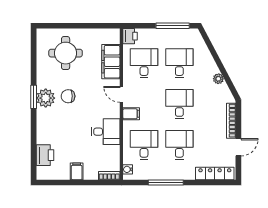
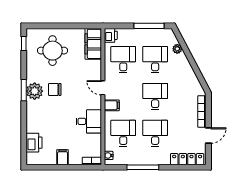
window: (34, 45) -> (24, 44), added
filing cabinet: (111, 62) -> (93, 44), moved
plant: (218, 79) -> (177, 49), moved

